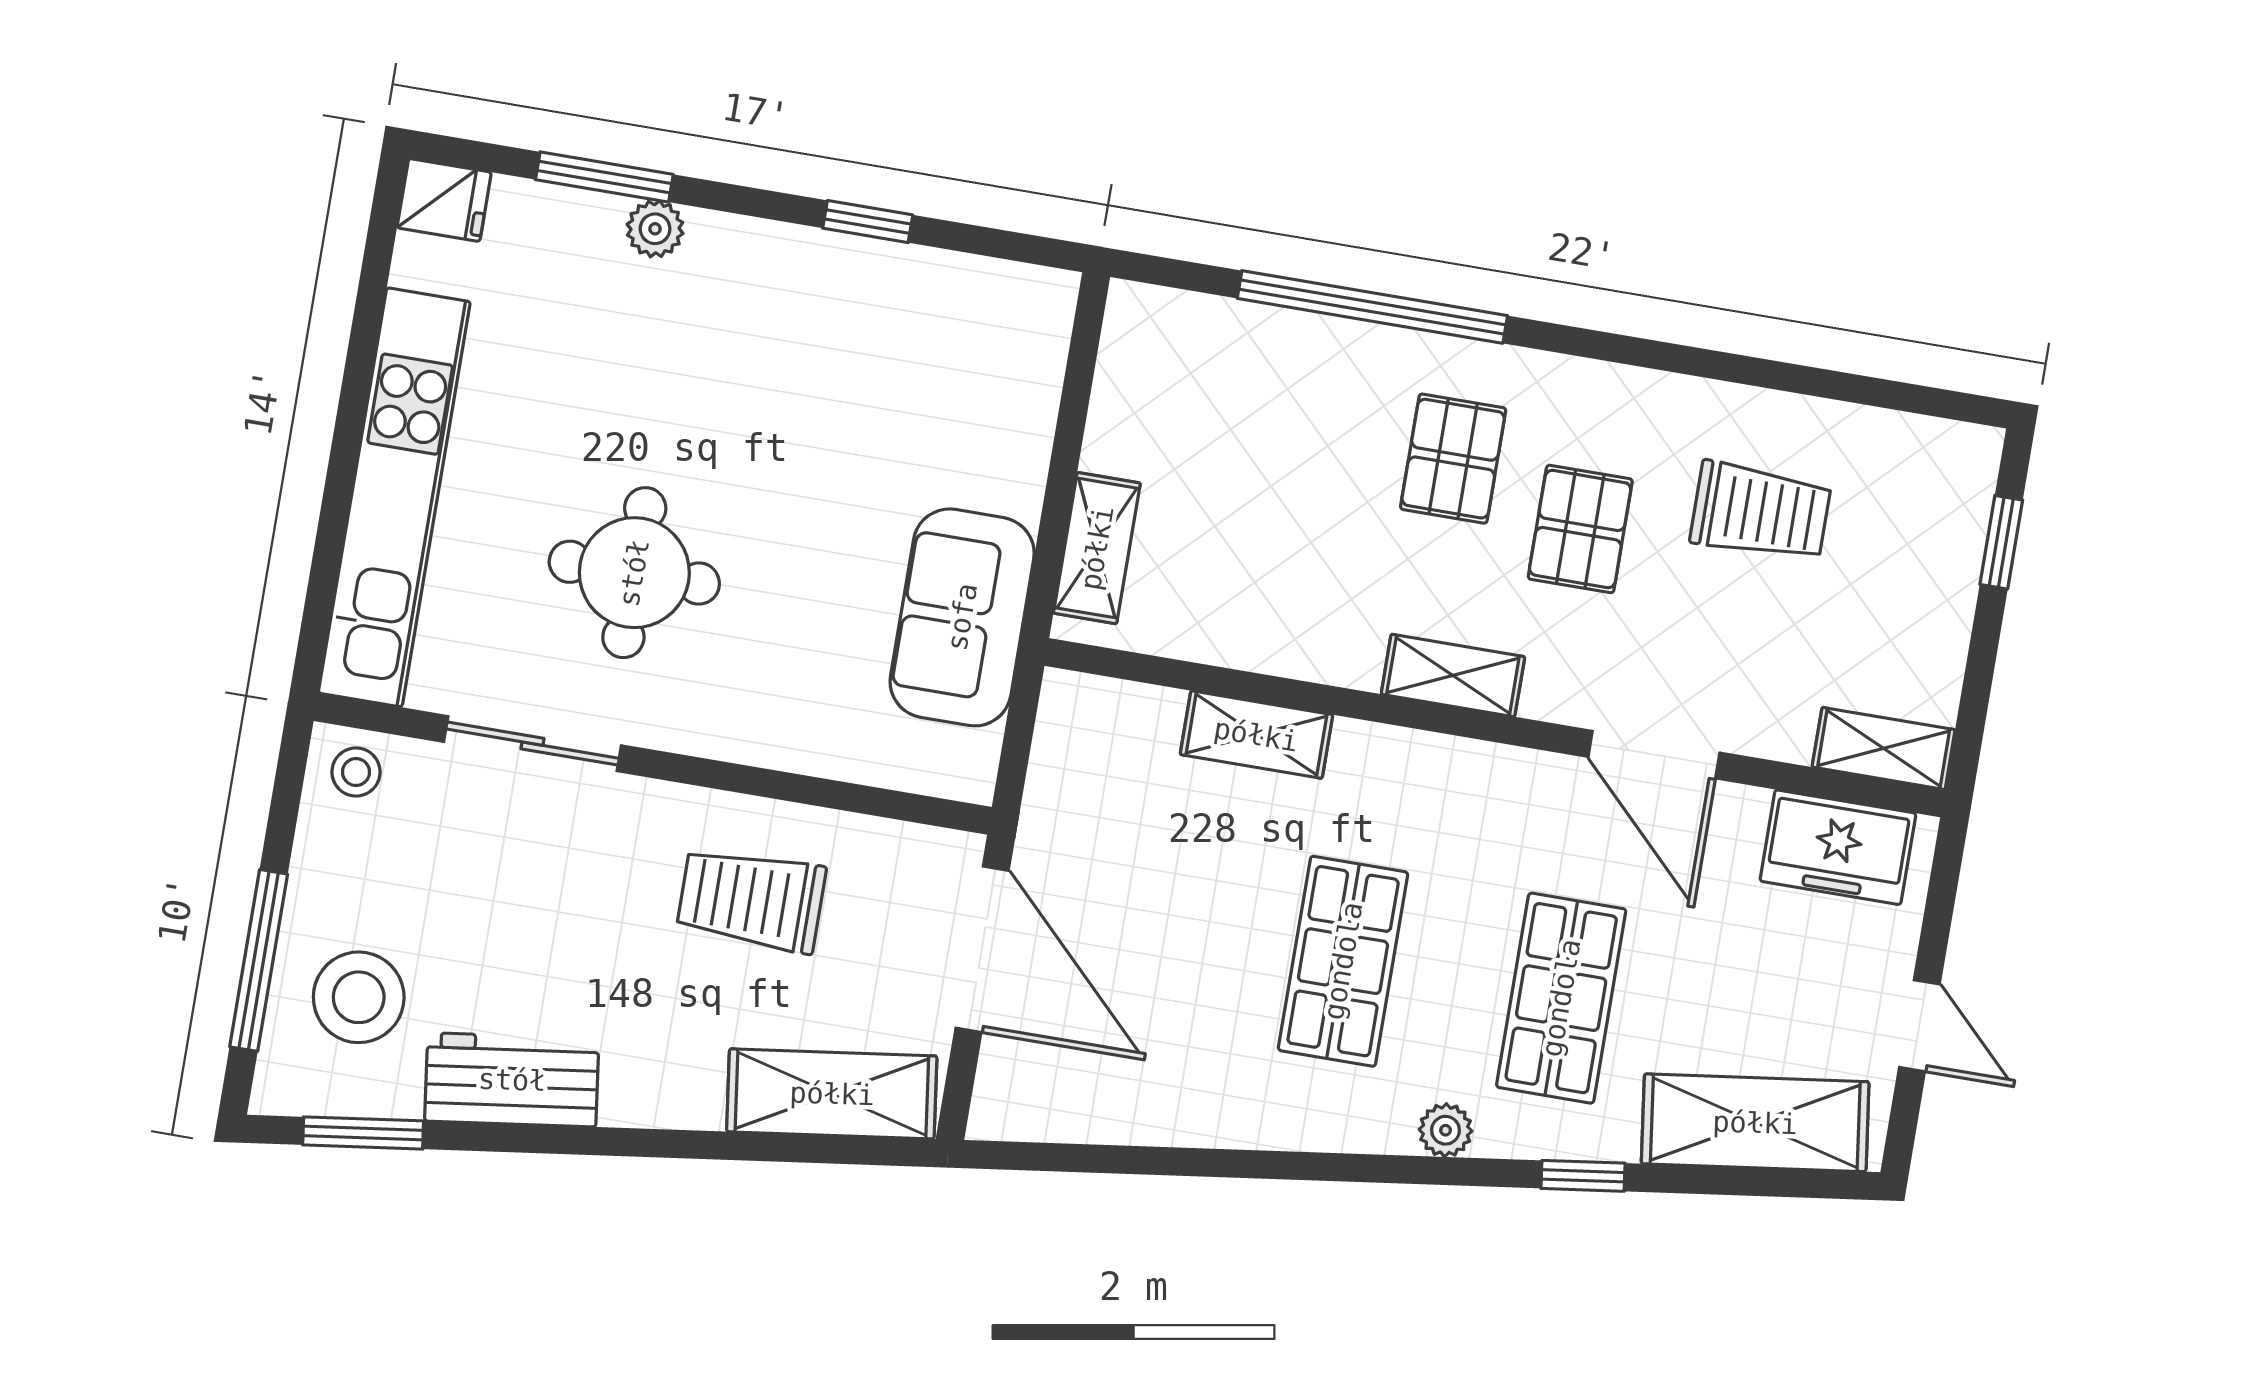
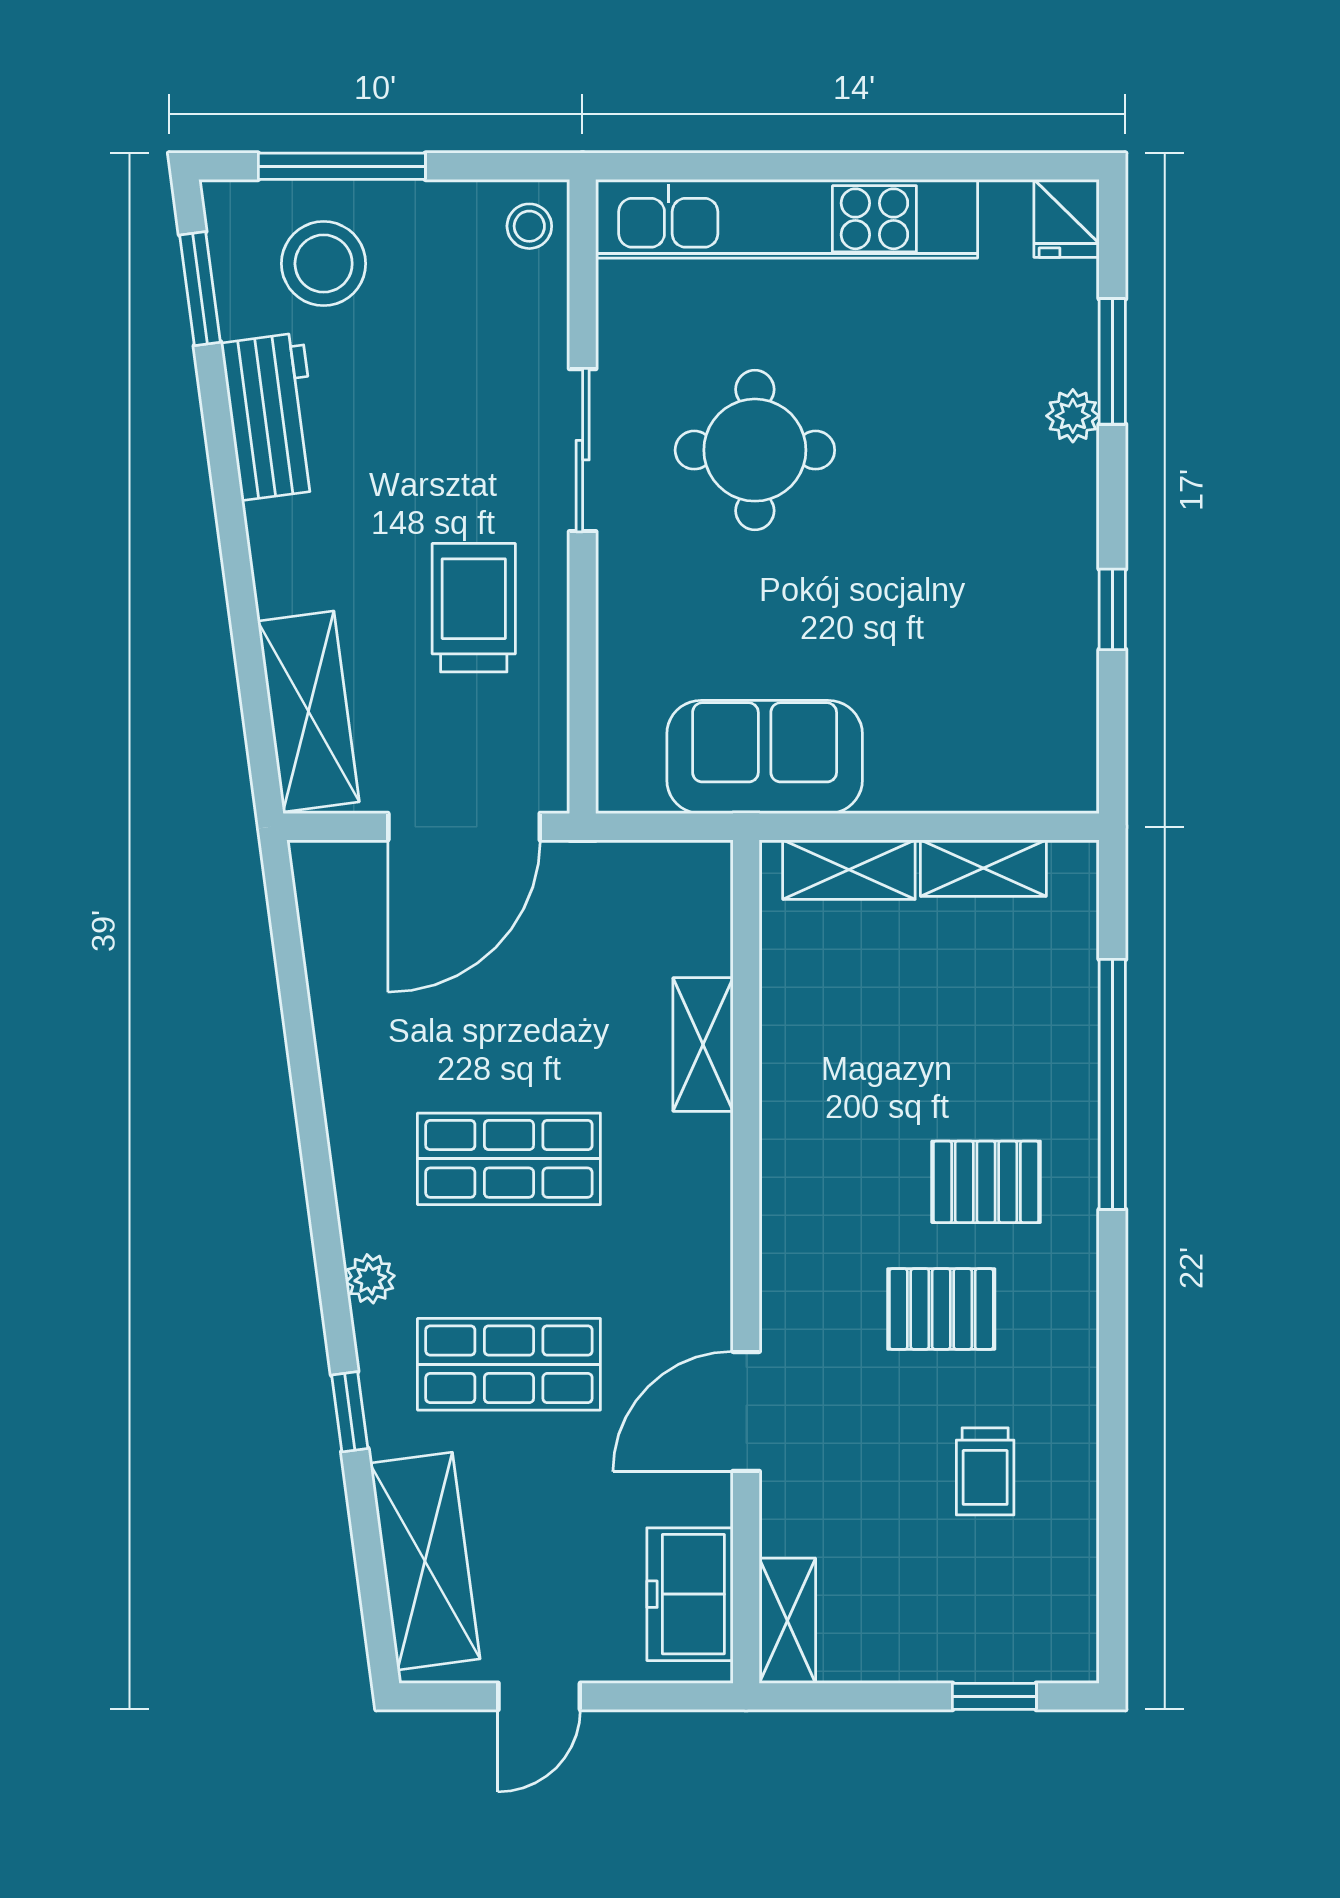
trolley: (1761, 512) -> (985, 1471), width x0.73, depth x0.72
shelving: (1453, 675) -> (983, 868), moved, turned 90
sliding door: (533, 744) -> (583, 450), moved

